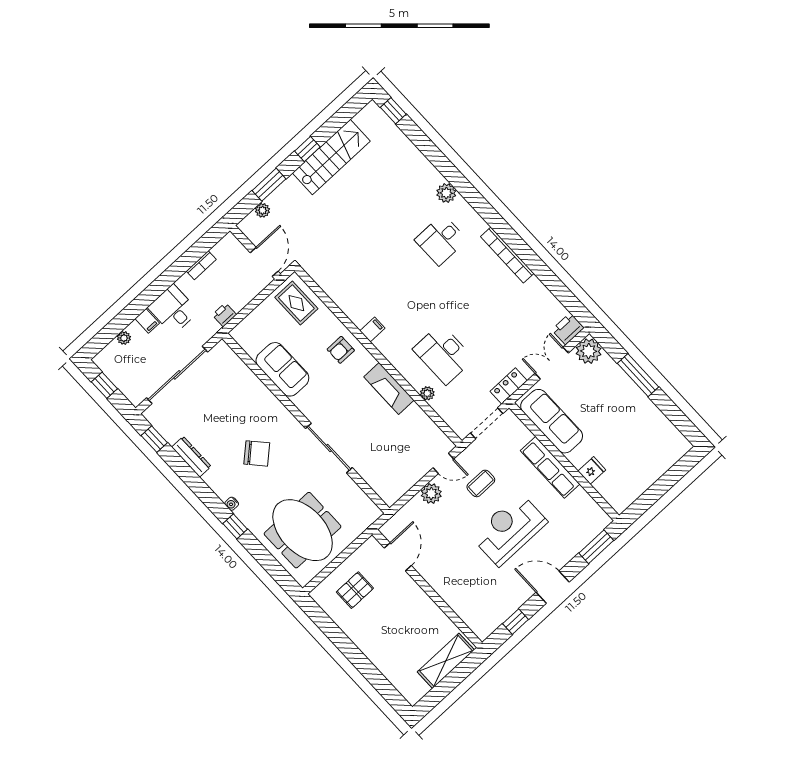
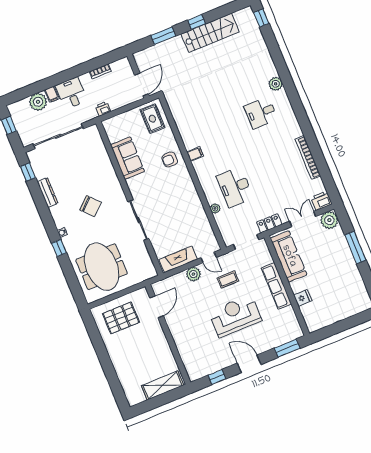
plant: (262, 210) -> (153, 51), removed
bookcase: (507, 255) -> (308, 158), moved
plant: (124, 338) -> (38, 102), width x1.88, depth x1.88
fireplace: (389, 389) -> (178, 259), moved, turned 90
pallet: (355, 590) -> (121, 318), width x1.50, depth x1.42

